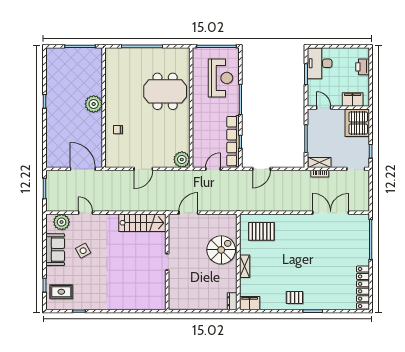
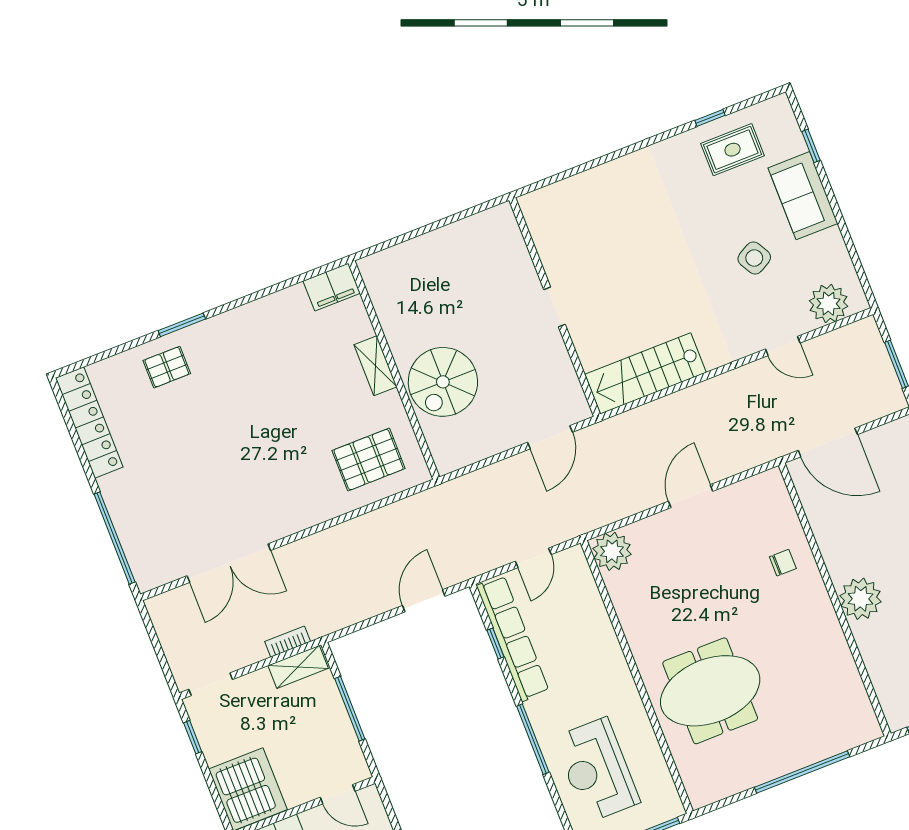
sofa: (55, 250) -> (803, 196), moved
rug: (61, 292) -> (733, 150), moved
pallet: (295, 297) -> (167, 367), moved
dresser: (232, 301) -> (373, 276), removed

